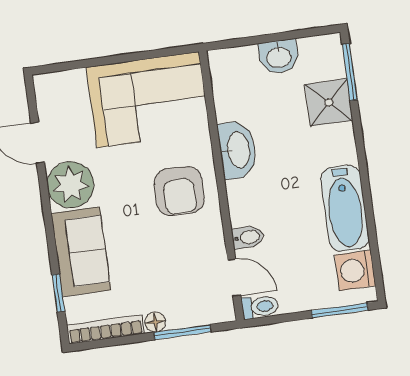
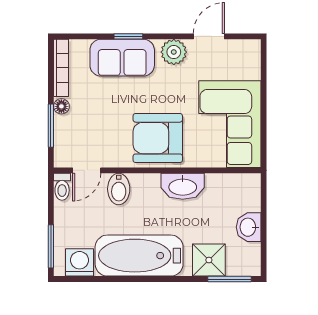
plant: (70, 185) -> (174, 52), width x0.73, depth x0.73
armchair: (179, 191) -> (158, 138), width x1.36, depth x1.36
bathtub: (345, 208) -> (139, 256), width x1.36, depth x1.36
bidet: (248, 237) -> (119, 189), width x1.38, depth x1.36
window: (58, 293) -> (128, 36), moved

